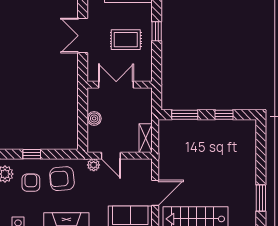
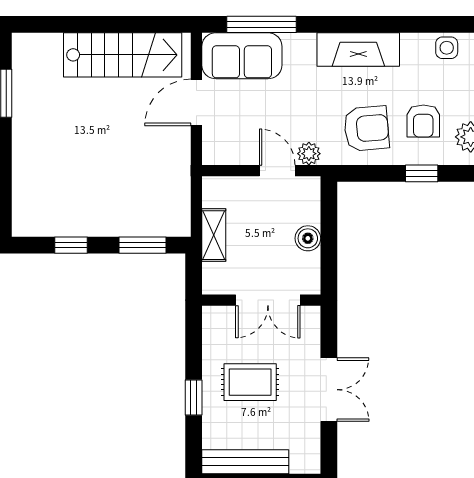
shelving: (146, 138) -> (214, 235), moved

